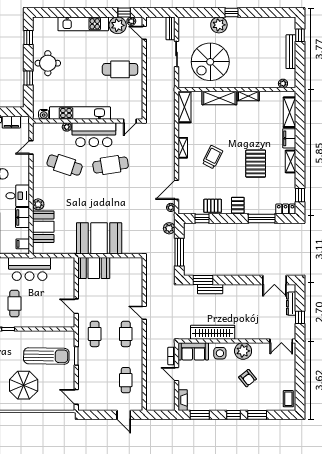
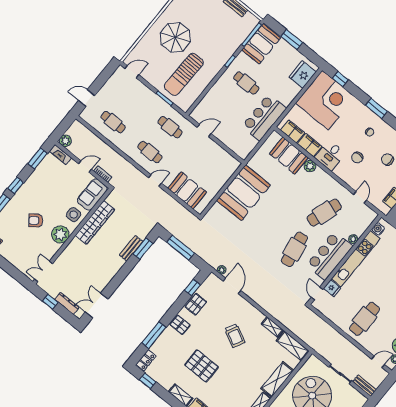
fridge: (117, 113) -> (332, 288), added
shelving: (183, 148) -> (272, 327), moved
plant: (169, 228) -> (65, 141), moved
filing cabinet: (23, 244) -> (292, 131), width x2.00
booth: (94, 268) -> (187, 190), moved, turned 90

